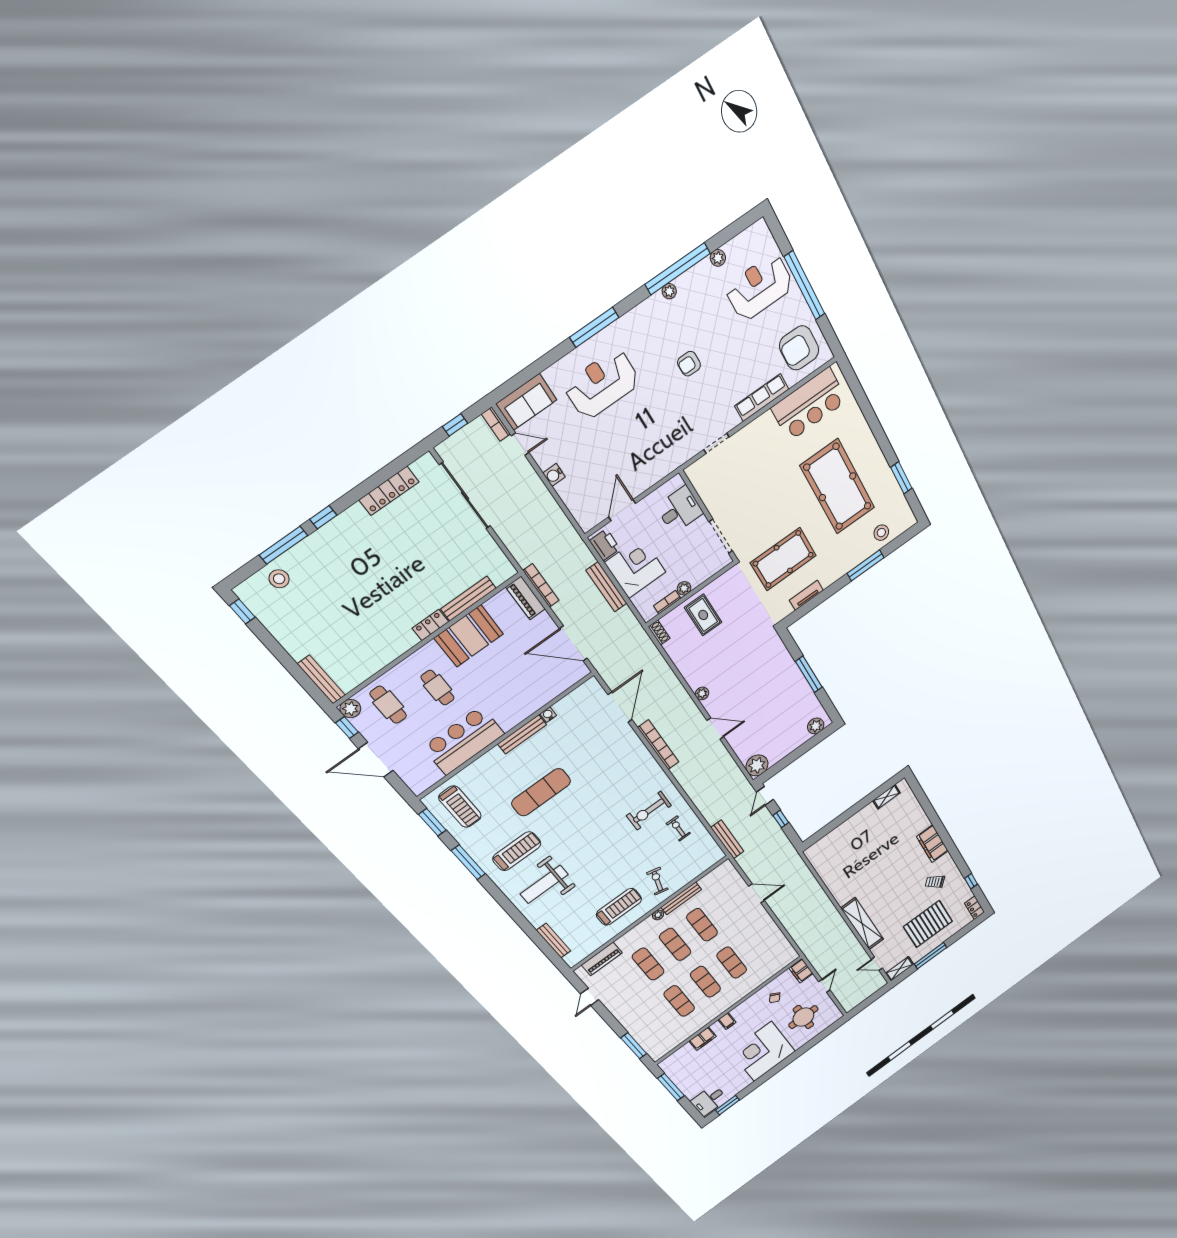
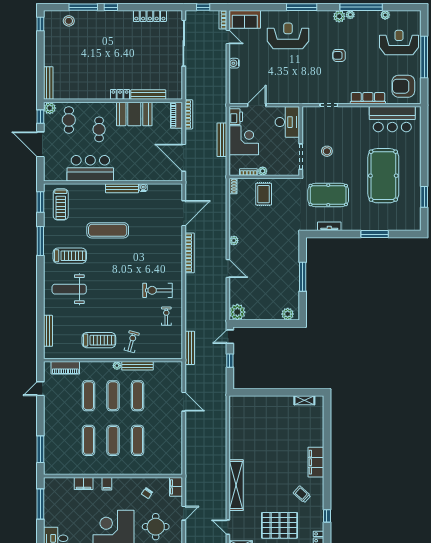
plant: (655, 305) -> (339, 16), added
desk: (680, 510) -> (287, 122), width x1.37
stool: (881, 533) -> (327, 151), moved

